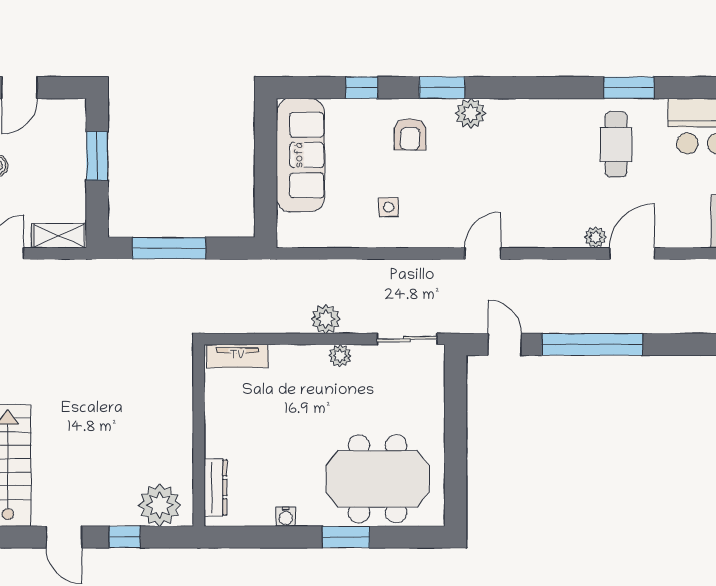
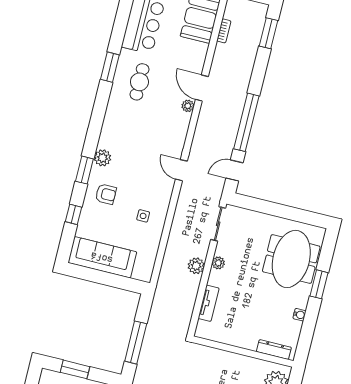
cafe table: (616, 144) -> (139, 82), turned 90
tv unit: (237, 356) -> (209, 303), moved

